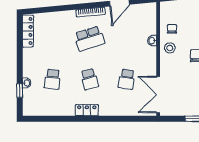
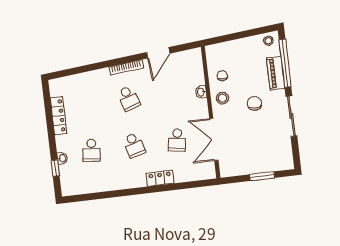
locker: (28, 31) -> (58, 116), moved
school desk: (89, 39) -> (129, 98), width x0.54
double door: (158, 95) -> (214, 139), moved
locker: (87, 110) -> (160, 178), moved

